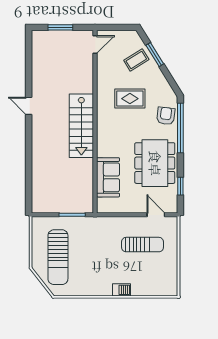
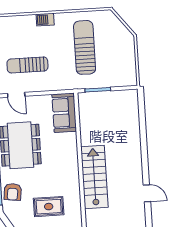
sofa: (108, 177) -> (64, 113), moved
sun lounger: (58, 257) -> (85, 47), moved

